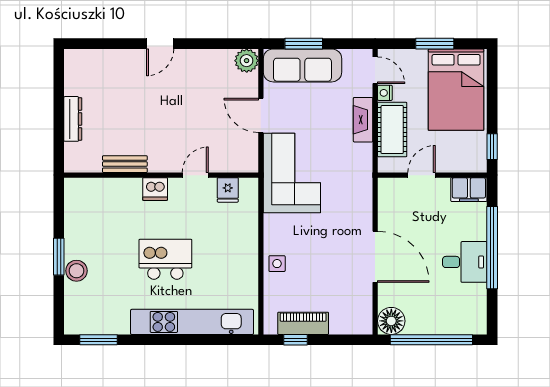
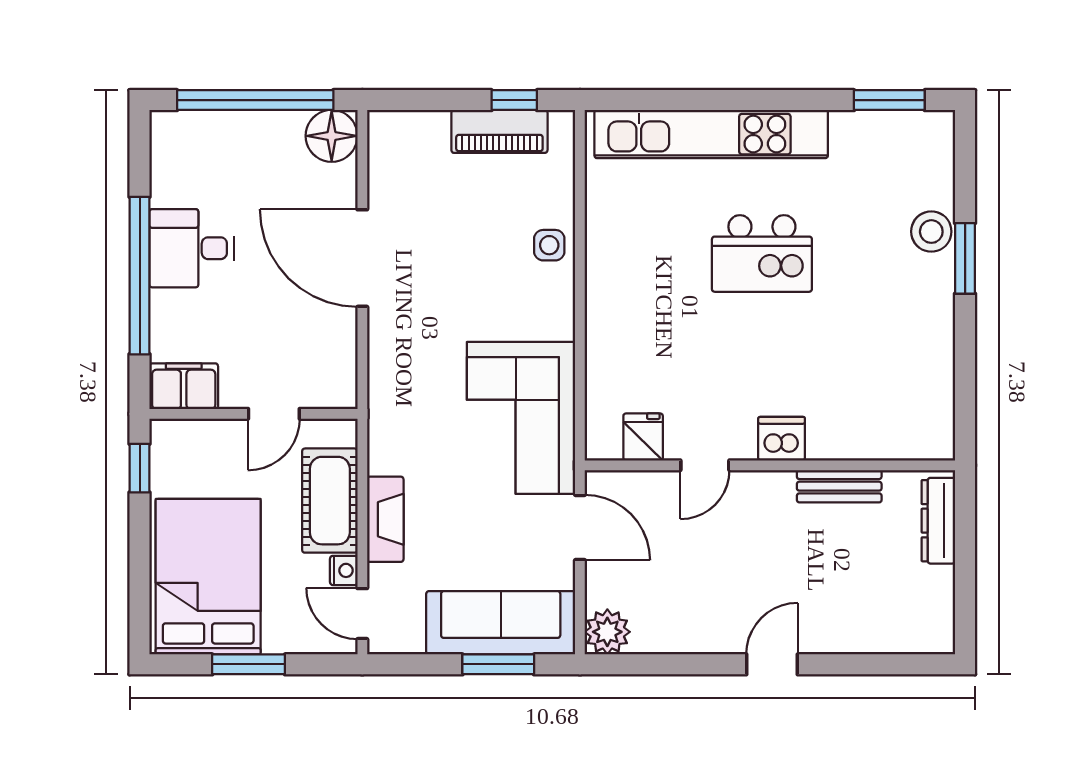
bench: (125, 164) -> (839, 486), moved
wall: (161, 175) -> (770, 465), moved
door: (195, 175) -> (705, 465), moved
dishwasher: (155, 189) -> (782, 439), moved
fridge: (228, 190) -> (643, 437), moved

